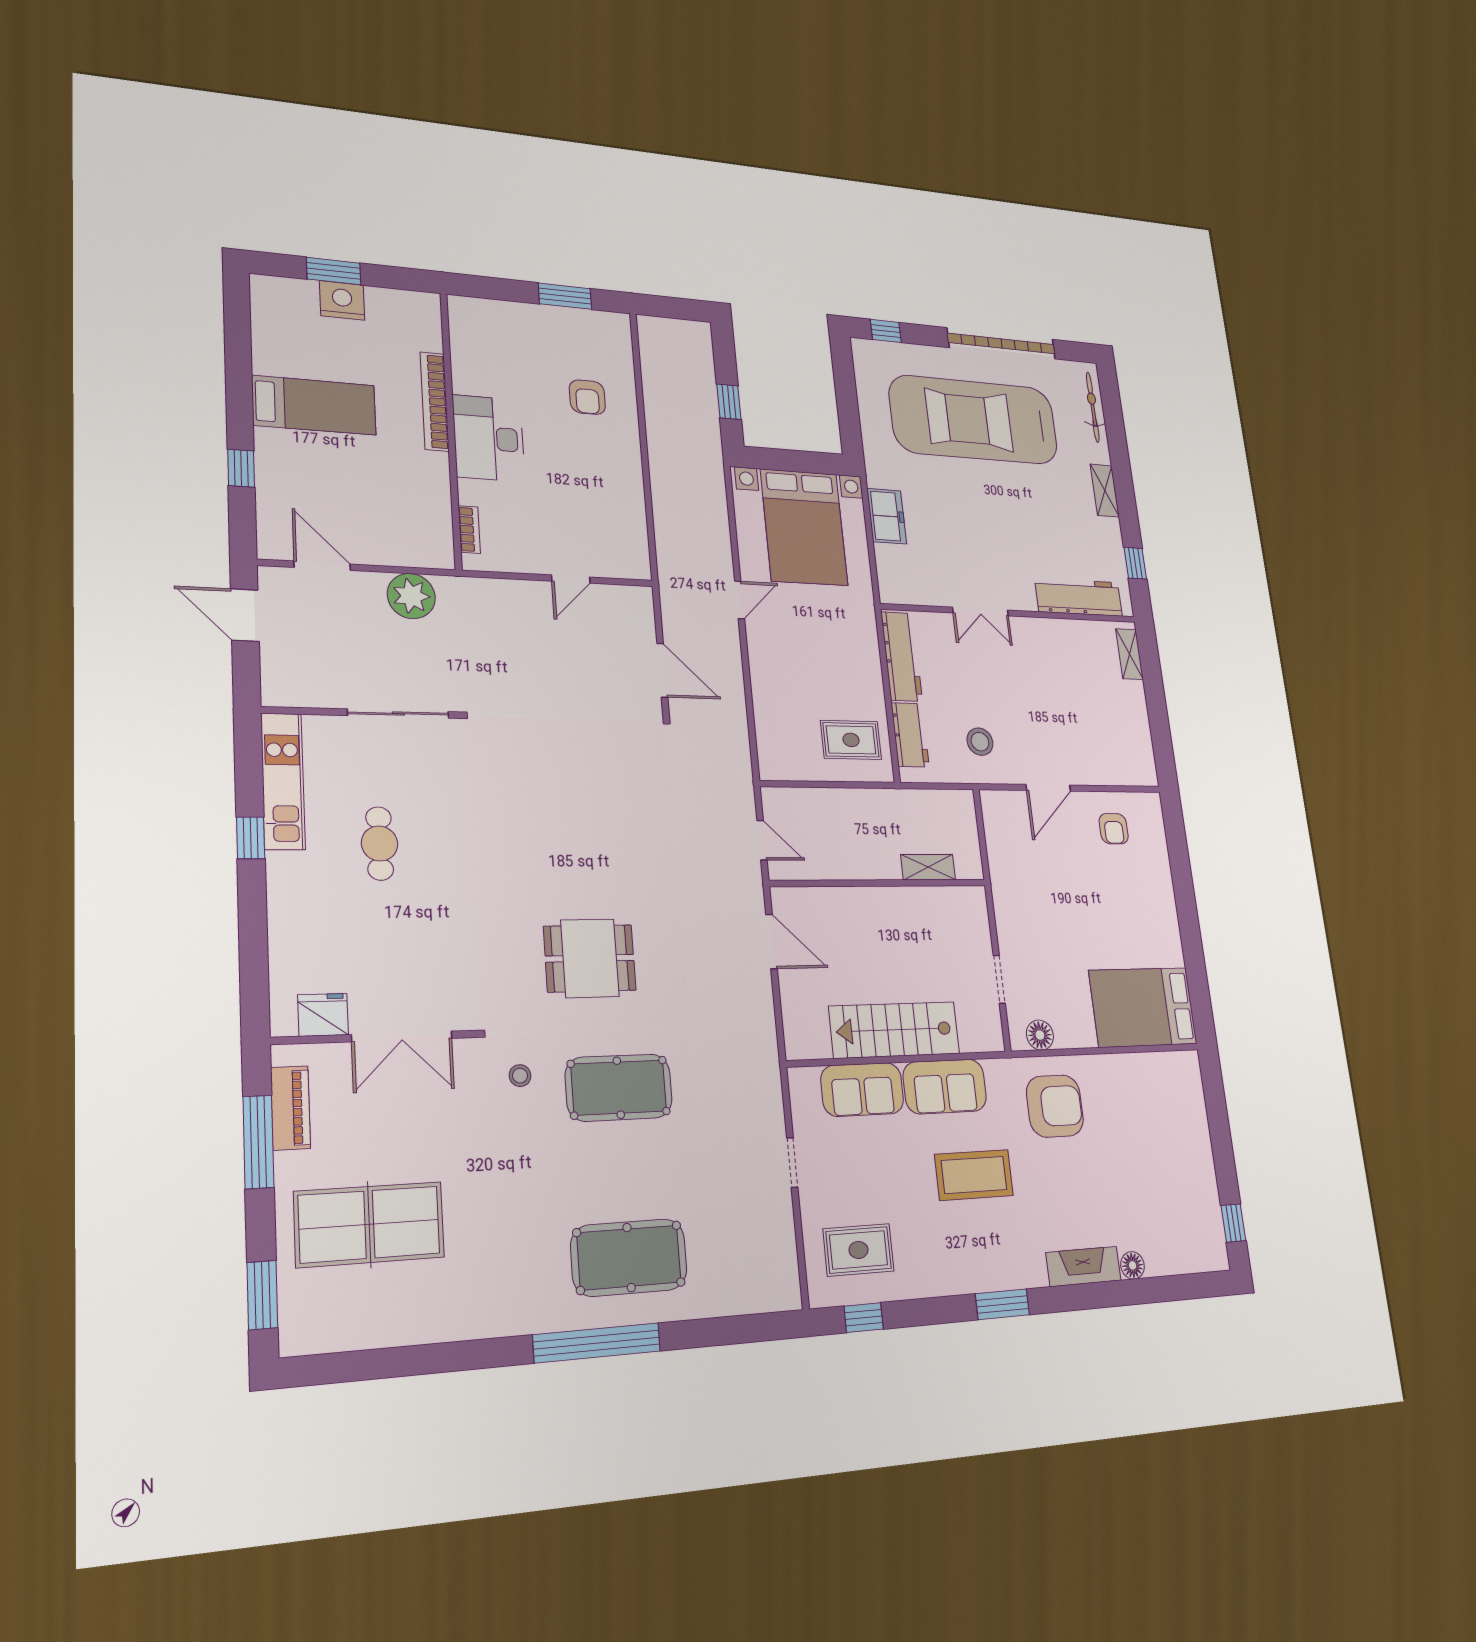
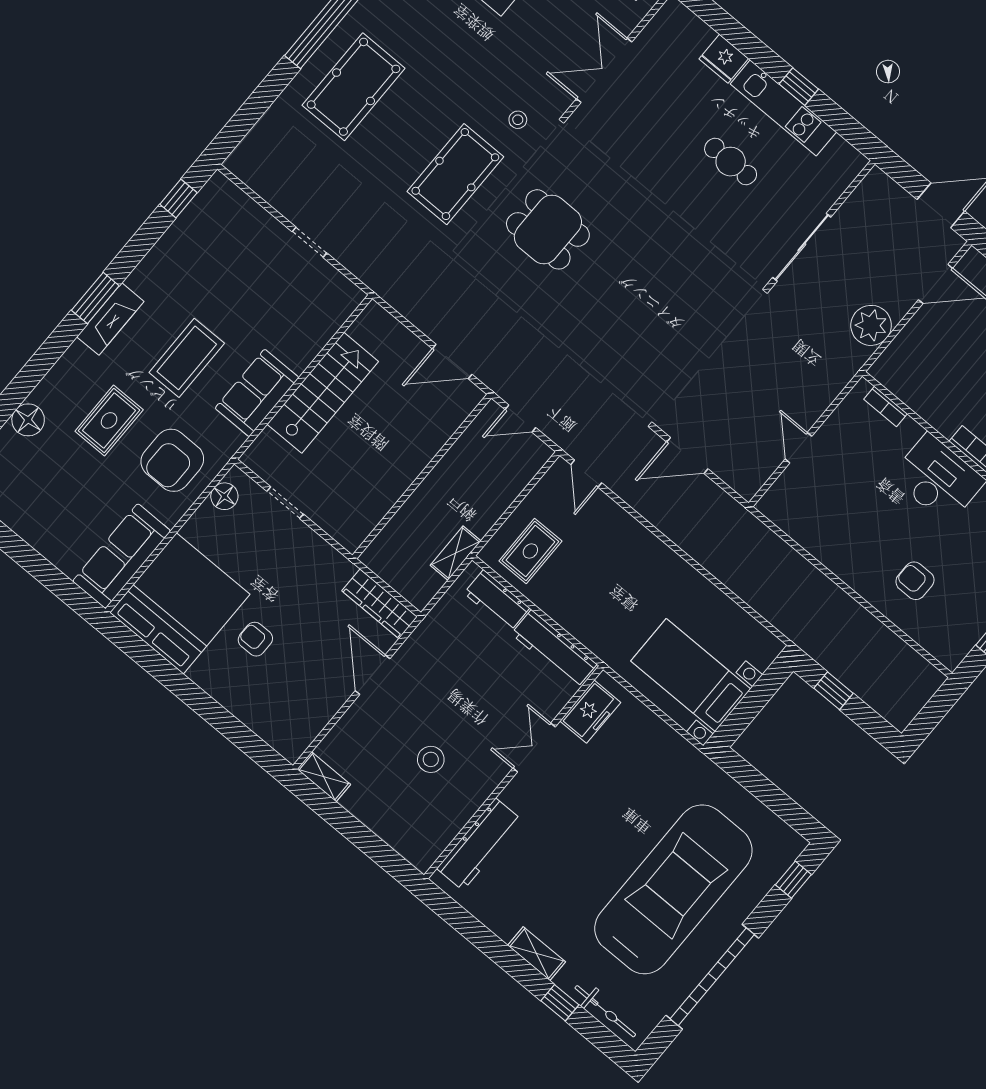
freezer: (887, 516) -> (590, 712), moved, turned -90
bed with nightstands: (804, 527) -> (691, 675), width x0.73
window: (1135, 563) -> (560, 1003), moved
door: (740, 600) -> (586, 474), moved
shelving: (1129, 654) -> (324, 777), moved
stool: (980, 742) -> (431, 759), moved
kitchen unit: (283, 781) -> (783, 108), moved
wardrobe: (997, 829) -> (380, 604), added
armchair: (1114, 829) -> (255, 639), moved
shelving: (928, 867) -> (456, 553), moved
dining table: (590, 958) -> (548, 229), turned 90
bed: (1143, 1007) -> (180, 603), width x1.36
fridge: (323, 1015) -> (724, 59), moved, turned 90
sofa: (862, 1090) -> (122, 556), moved, width x1.36
rug: (859, 1250) -> (109, 420), moved
floor lamp: (1133, 1265) -> (28, 420), width x1.38, depth x1.38
fireplace: (1083, 1266) -> (110, 319), moved

